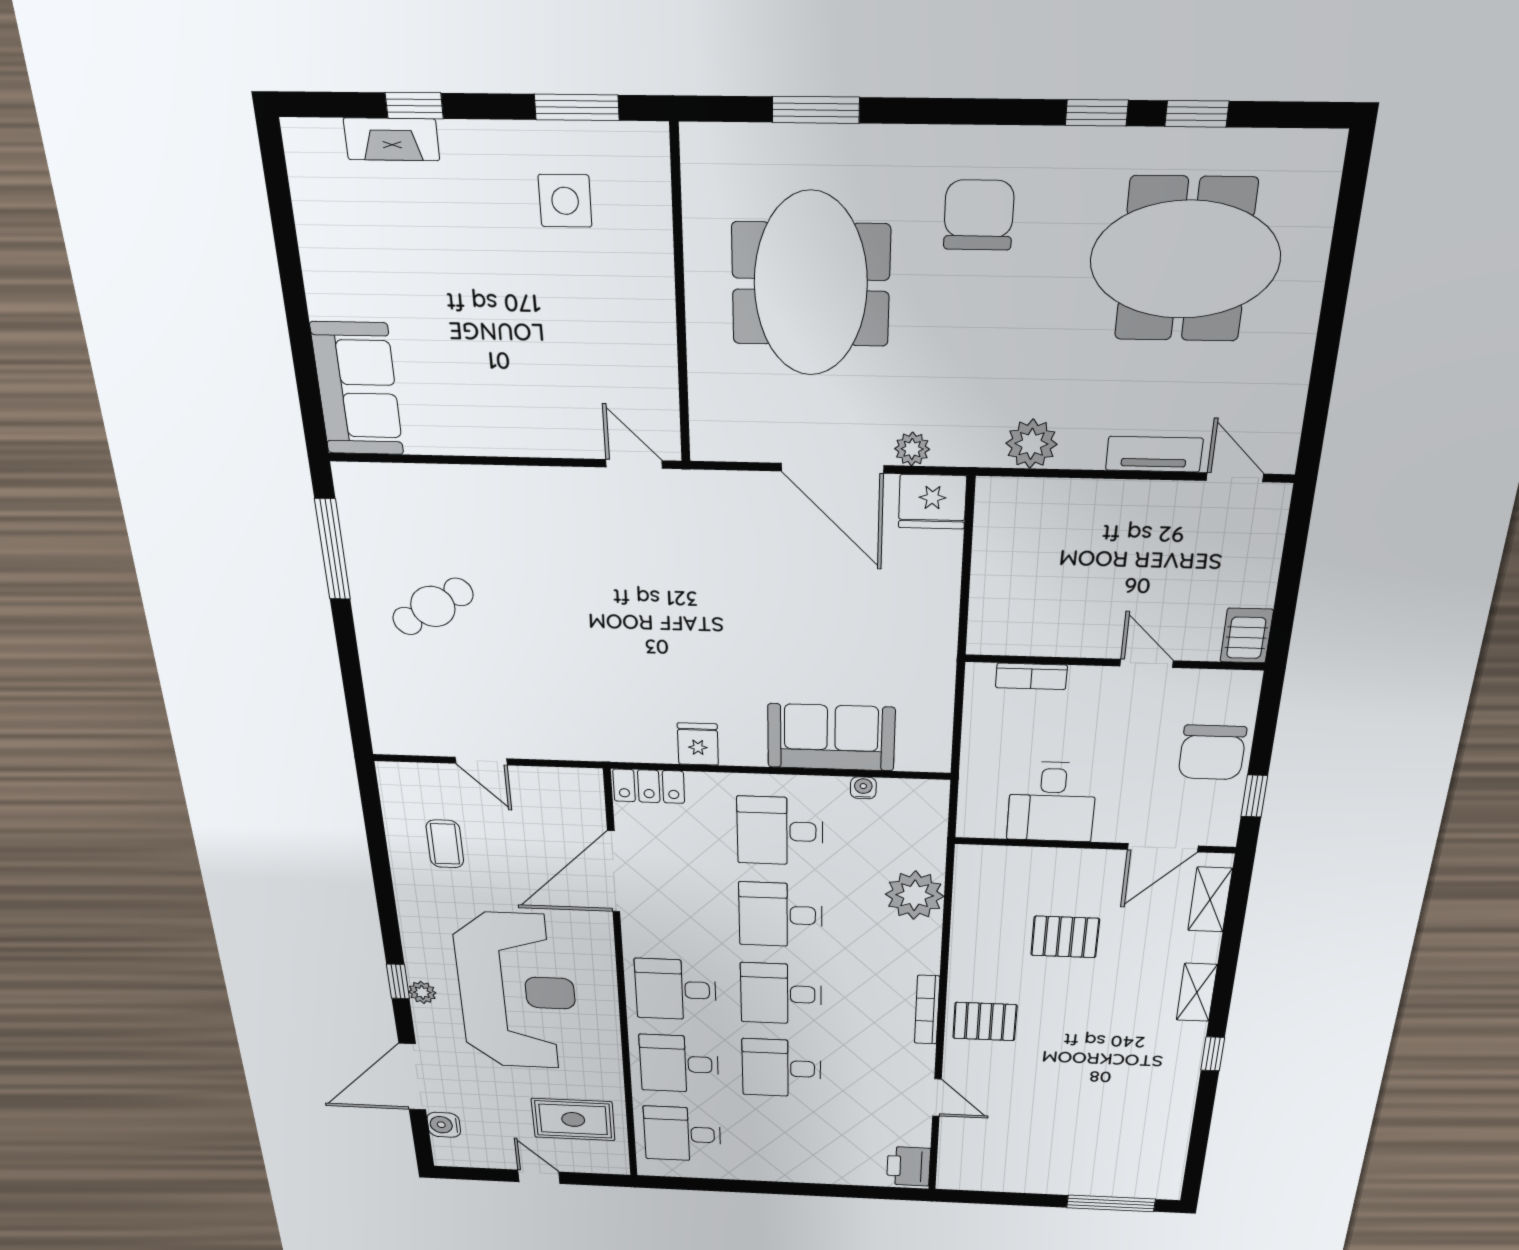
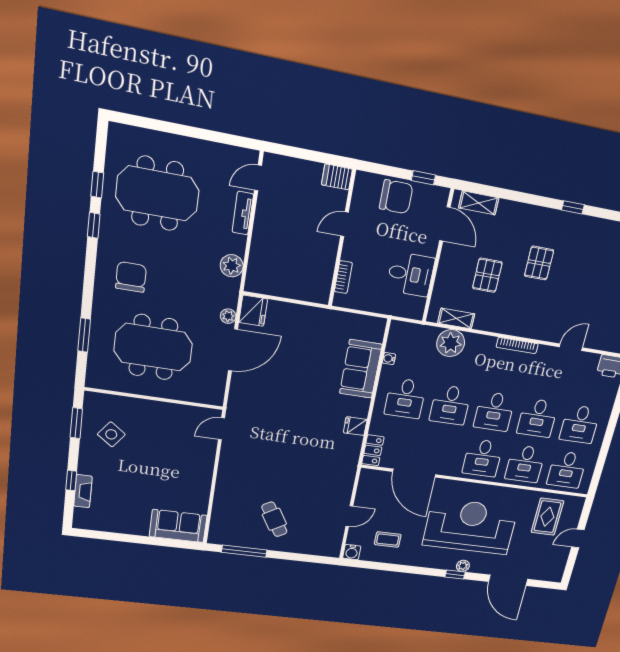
side table: (565, 201) -> (111, 434), turned 37
chair: (979, 215) -> (131, 277), turned 90
meeting table: (1185, 260) -> (157, 194), turned 90
shelving: (1197, 992) -> (456, 318), moved
pallet: (985, 1021) -> (539, 263), moved
water cooler: (444, 1125) -> (352, 552), moved
desk: (782, 1139) -> (580, 424), added

